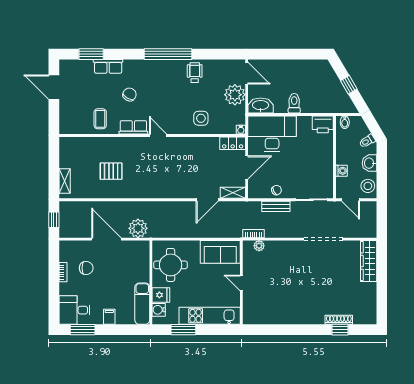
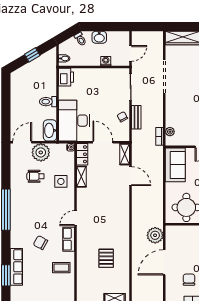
row of seats: (108, 66) -> (16, 267), width x1.48
wheelchair: (195, 73) -> (36, 176), moved
shelving: (207, 142) -> (81, 177), added
stool: (368, 186) -> (119, 39), removed

